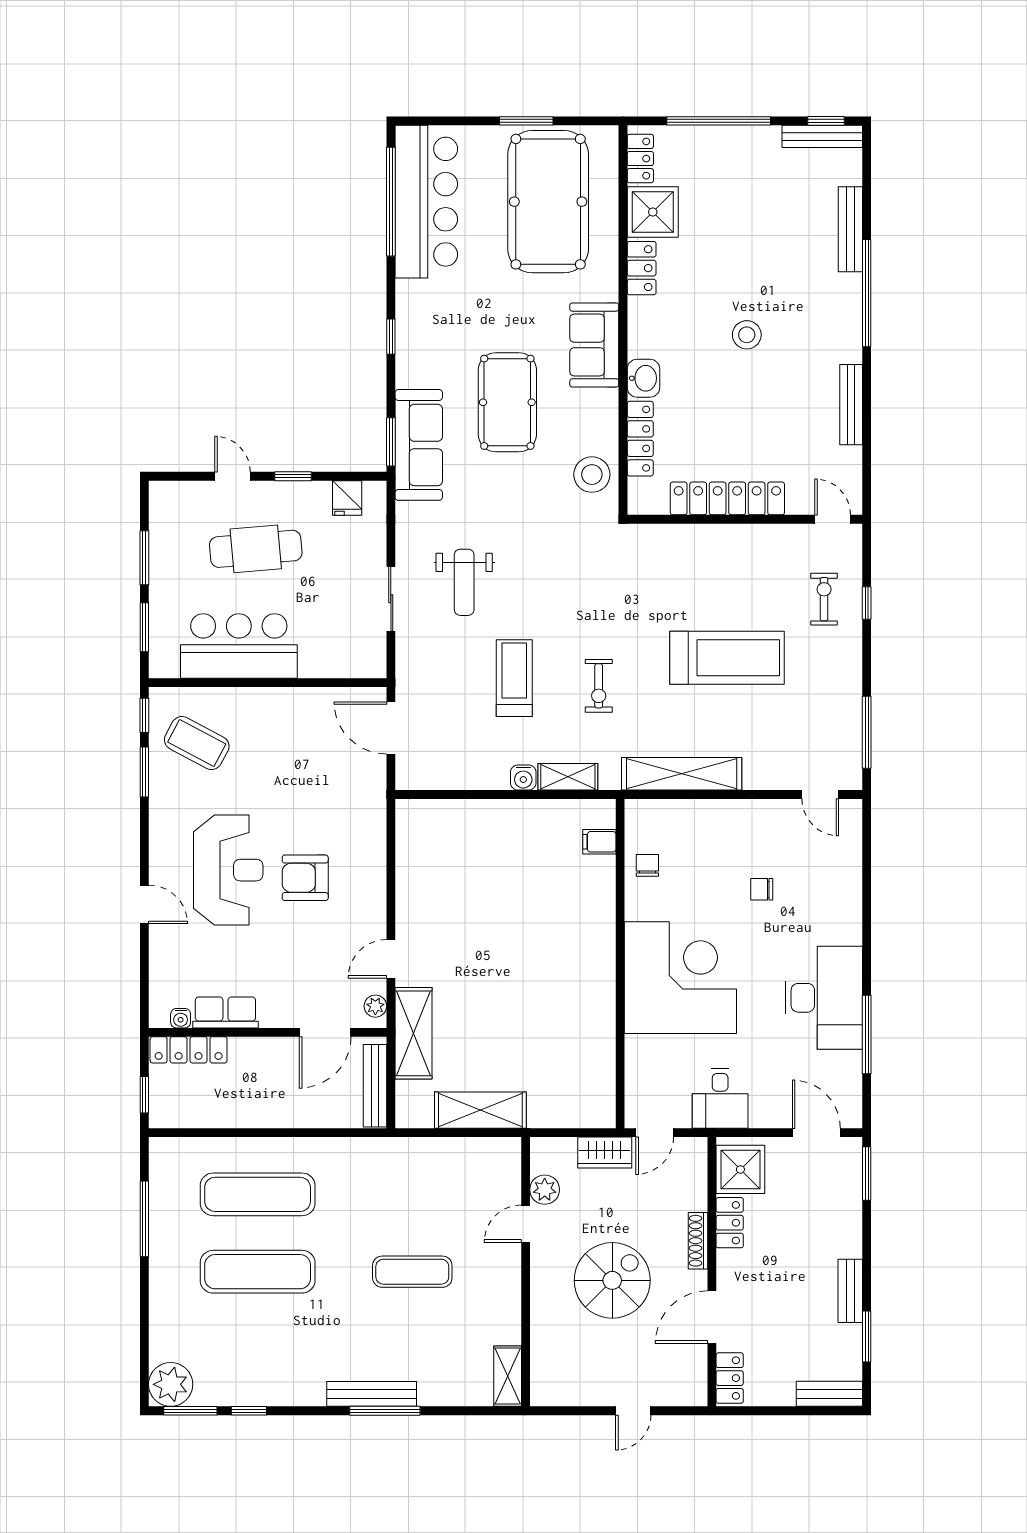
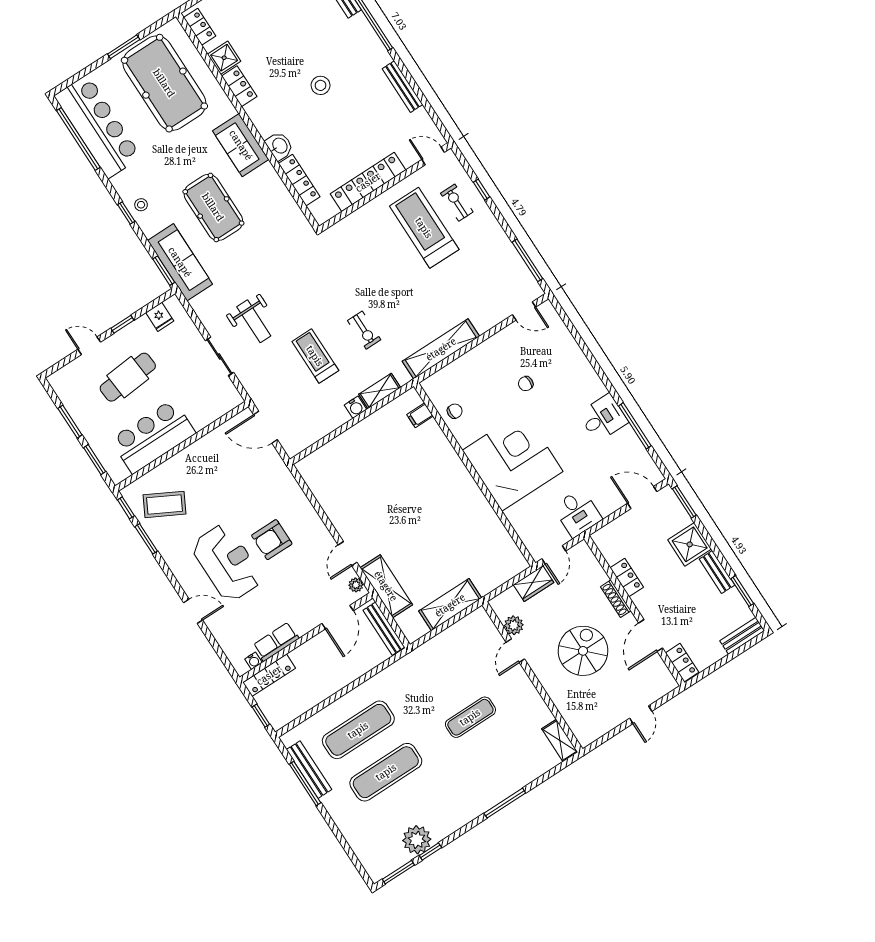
shower: (653, 212) -> (224, 58), width x0.73, depth x0.73
stool: (592, 475) -> (141, 205), moved, width x0.53, depth x0.53
treadmill: (727, 658) -> (424, 228), moved, turned -90
chair: (647, 865) -> (455, 411), turned 90
desk: (824, 998) -> (603, 418), width x0.53, depth x0.77
shower: (740, 1169) -> (690, 544), moved
plant: (171, 1384) -> (417, 840), moved
bench: (372, 1394) -> (309, 770), moved, turned 90

